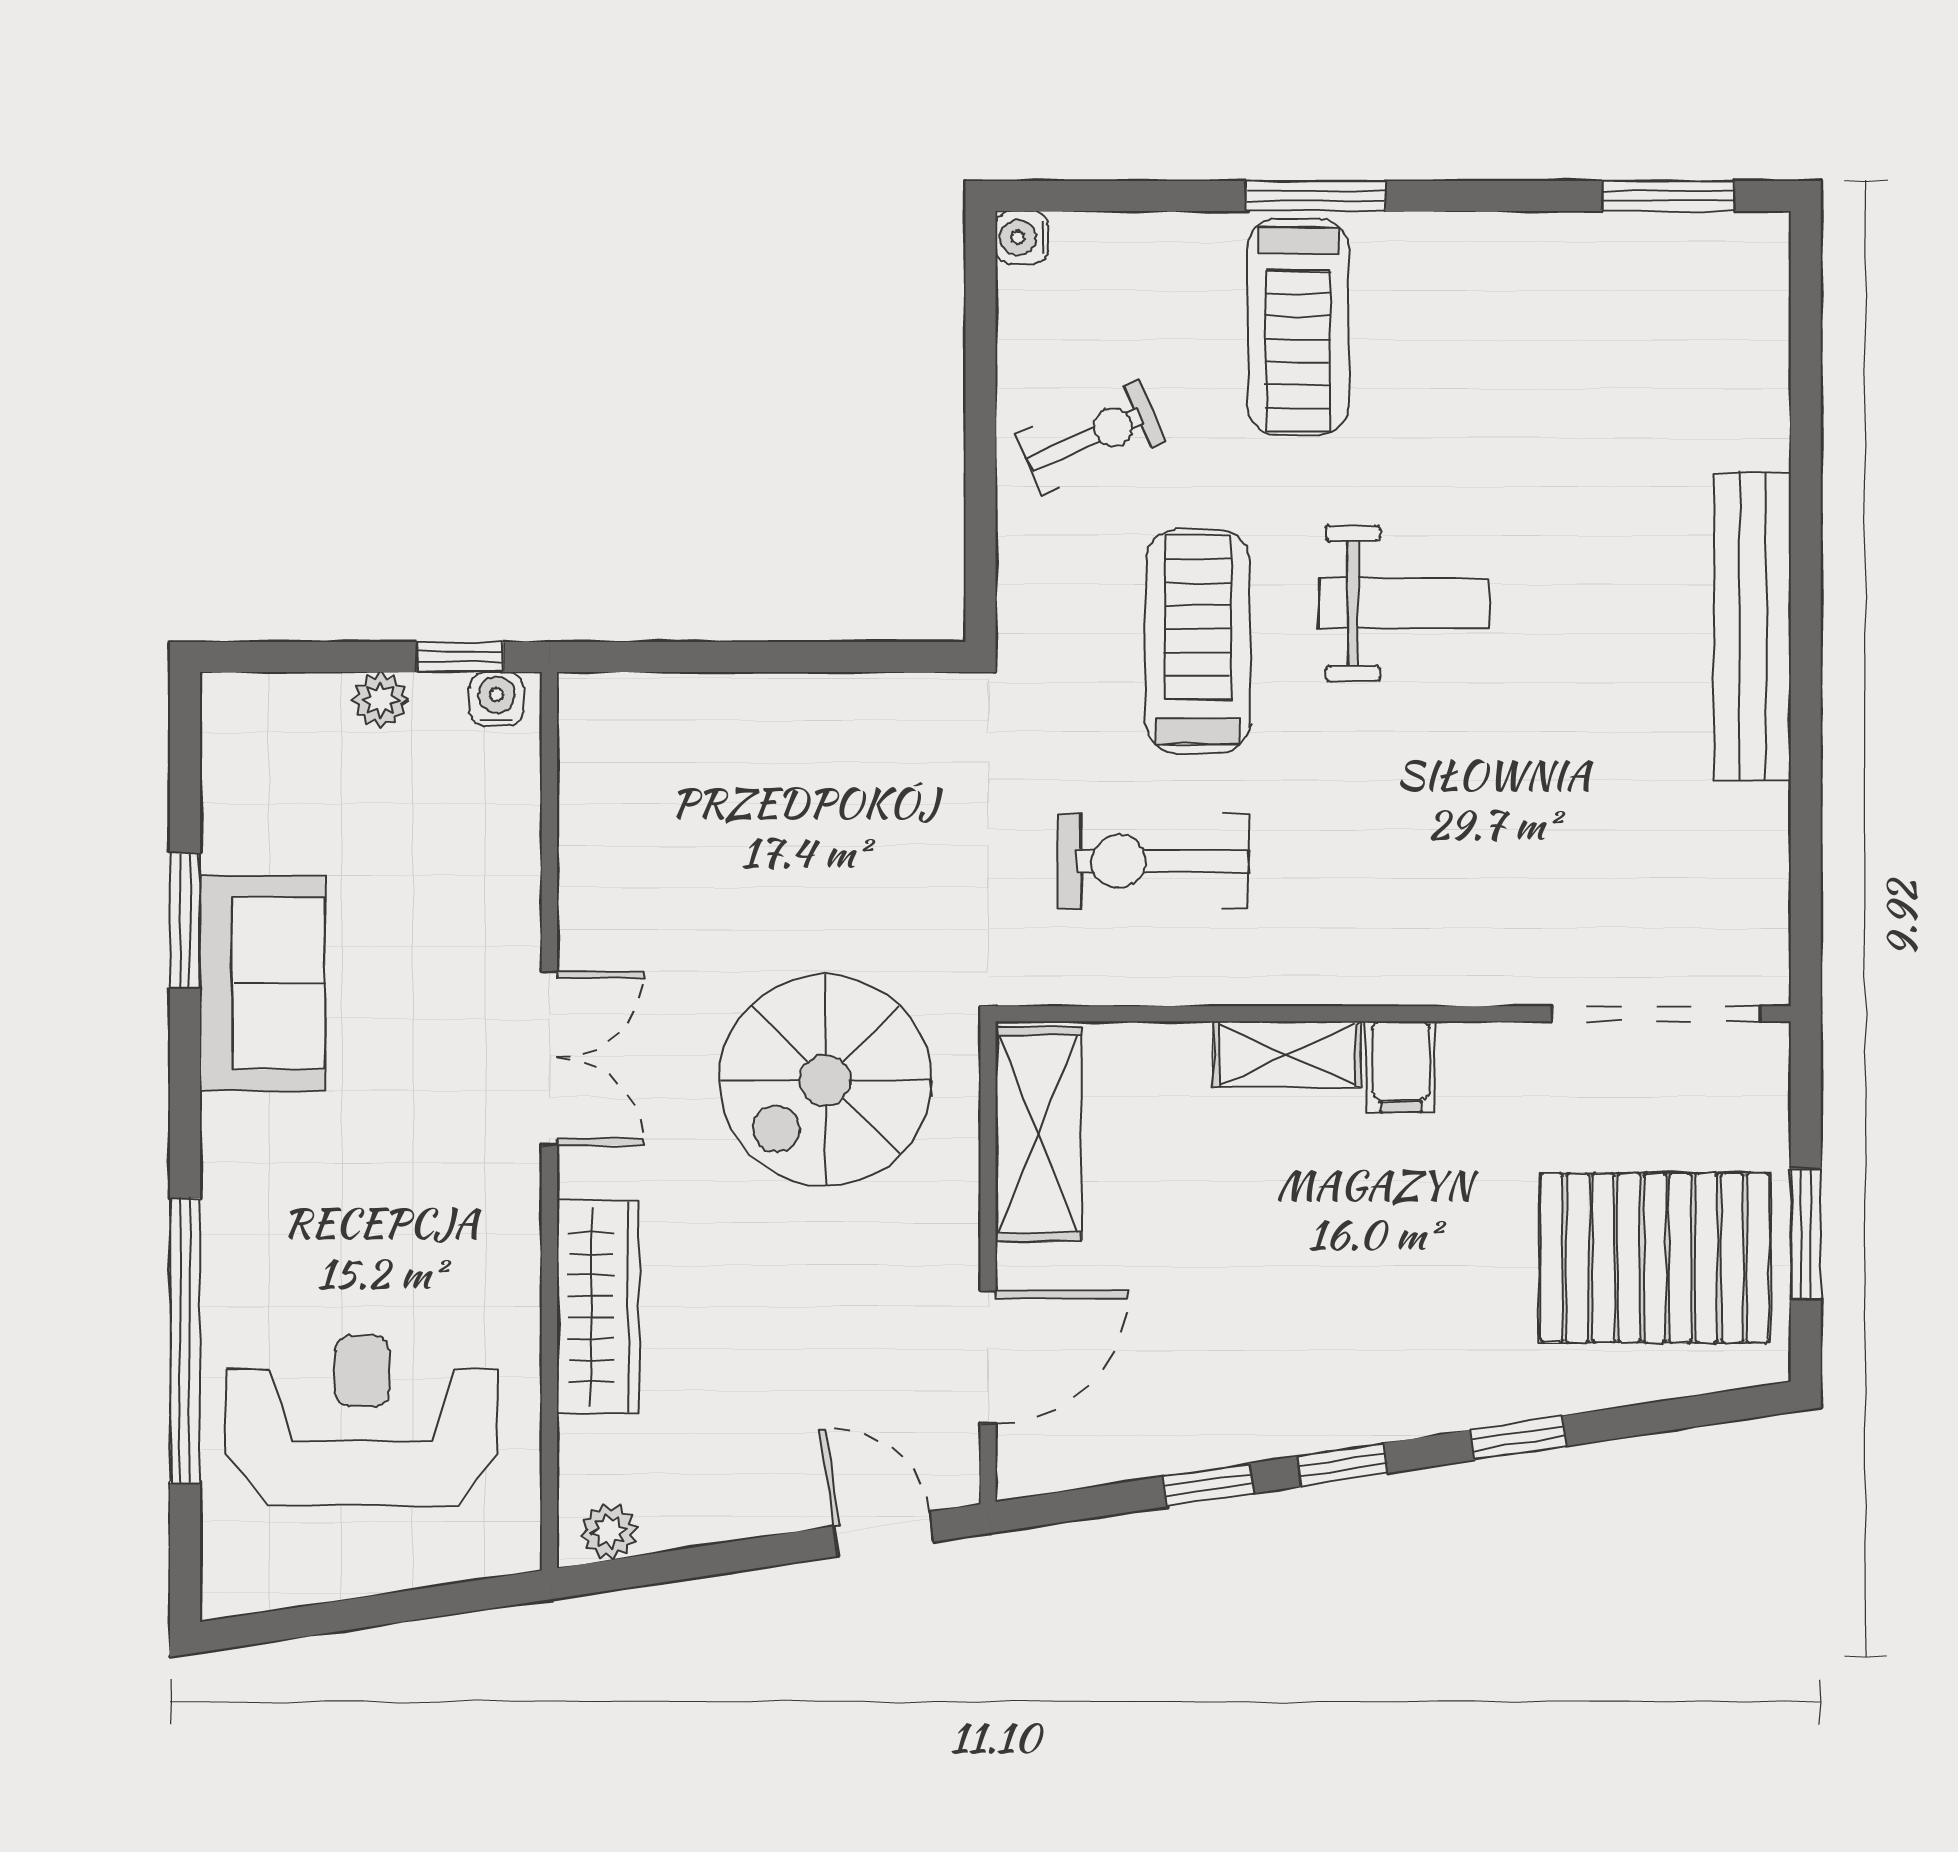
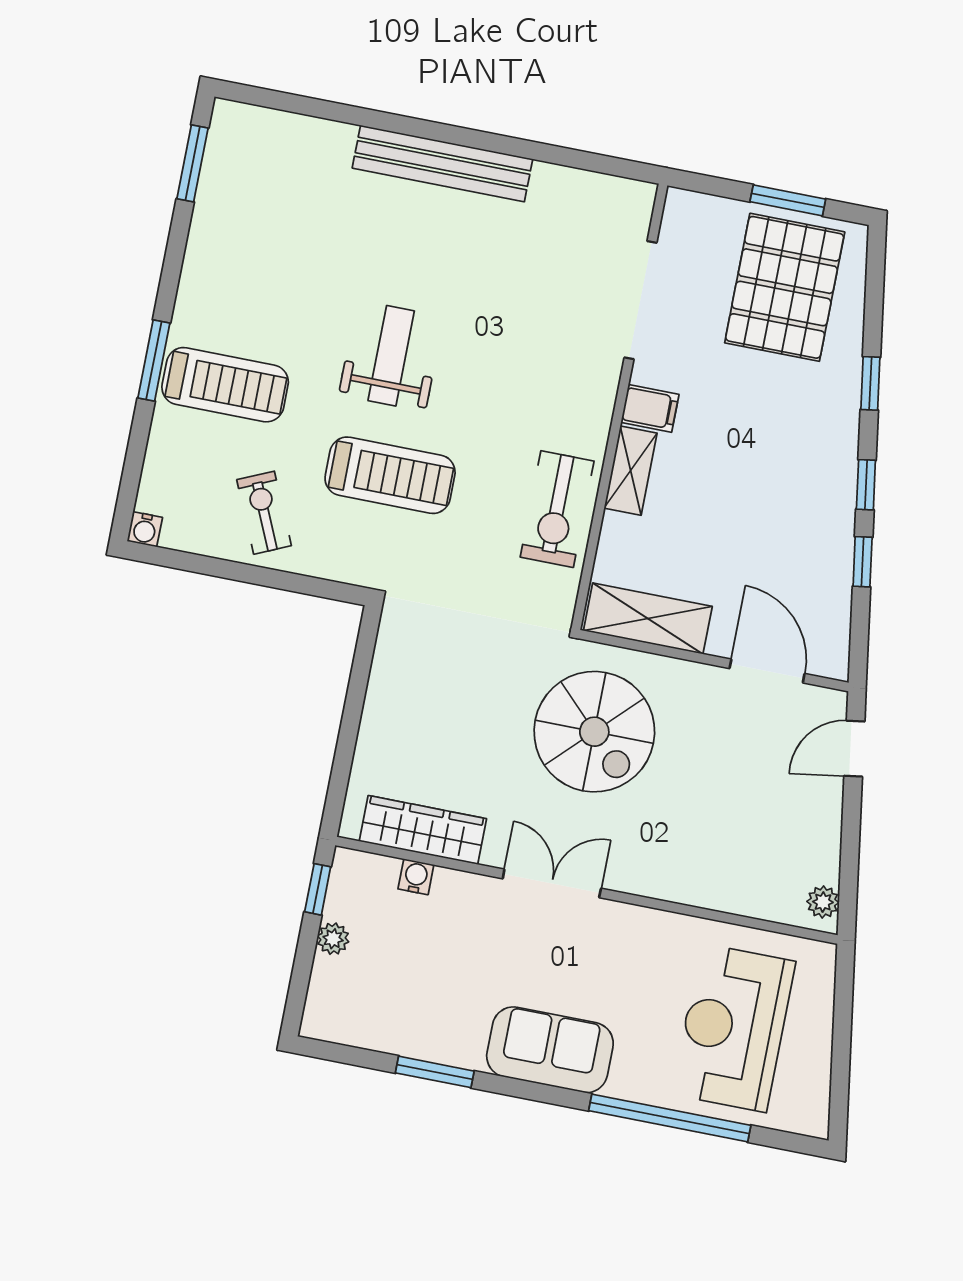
treadmill: (1198, 642) -> (390, 475), turned 180
water cooler: (496, 699) -> (416, 877), moved, turned 90
exercise bike: (1153, 861) -> (557, 509), moved
sofa: (262, 983) -> (550, 1050), moved
doorway: (1657, 1014) -> (640, 300), moved
wardrobe: (598, 1307) -> (423, 830), moved

